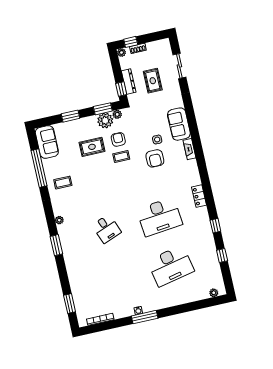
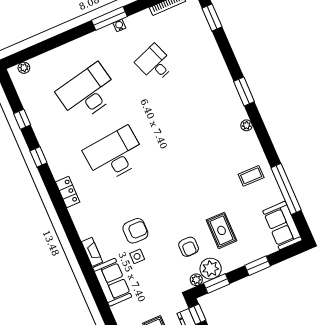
rug: (92, 147) -> (222, 230), turned 90
coffee table: (121, 157) -> (180, 225), removed
armchair: (155, 158) -> (135, 231), turned 90
desk: (106, 229) -> (155, 63), moved

